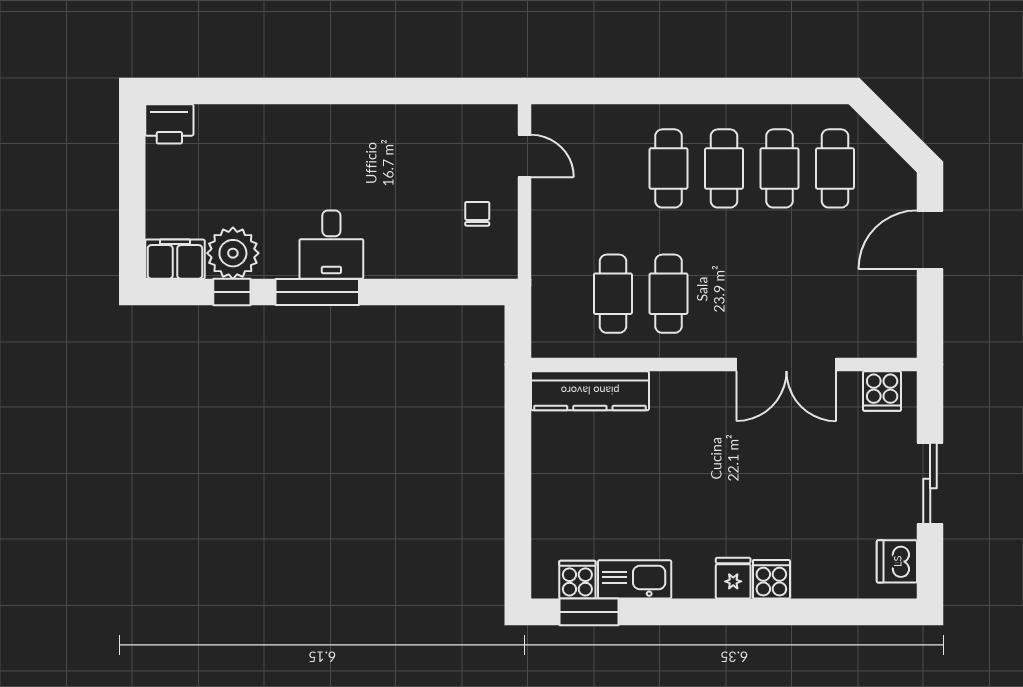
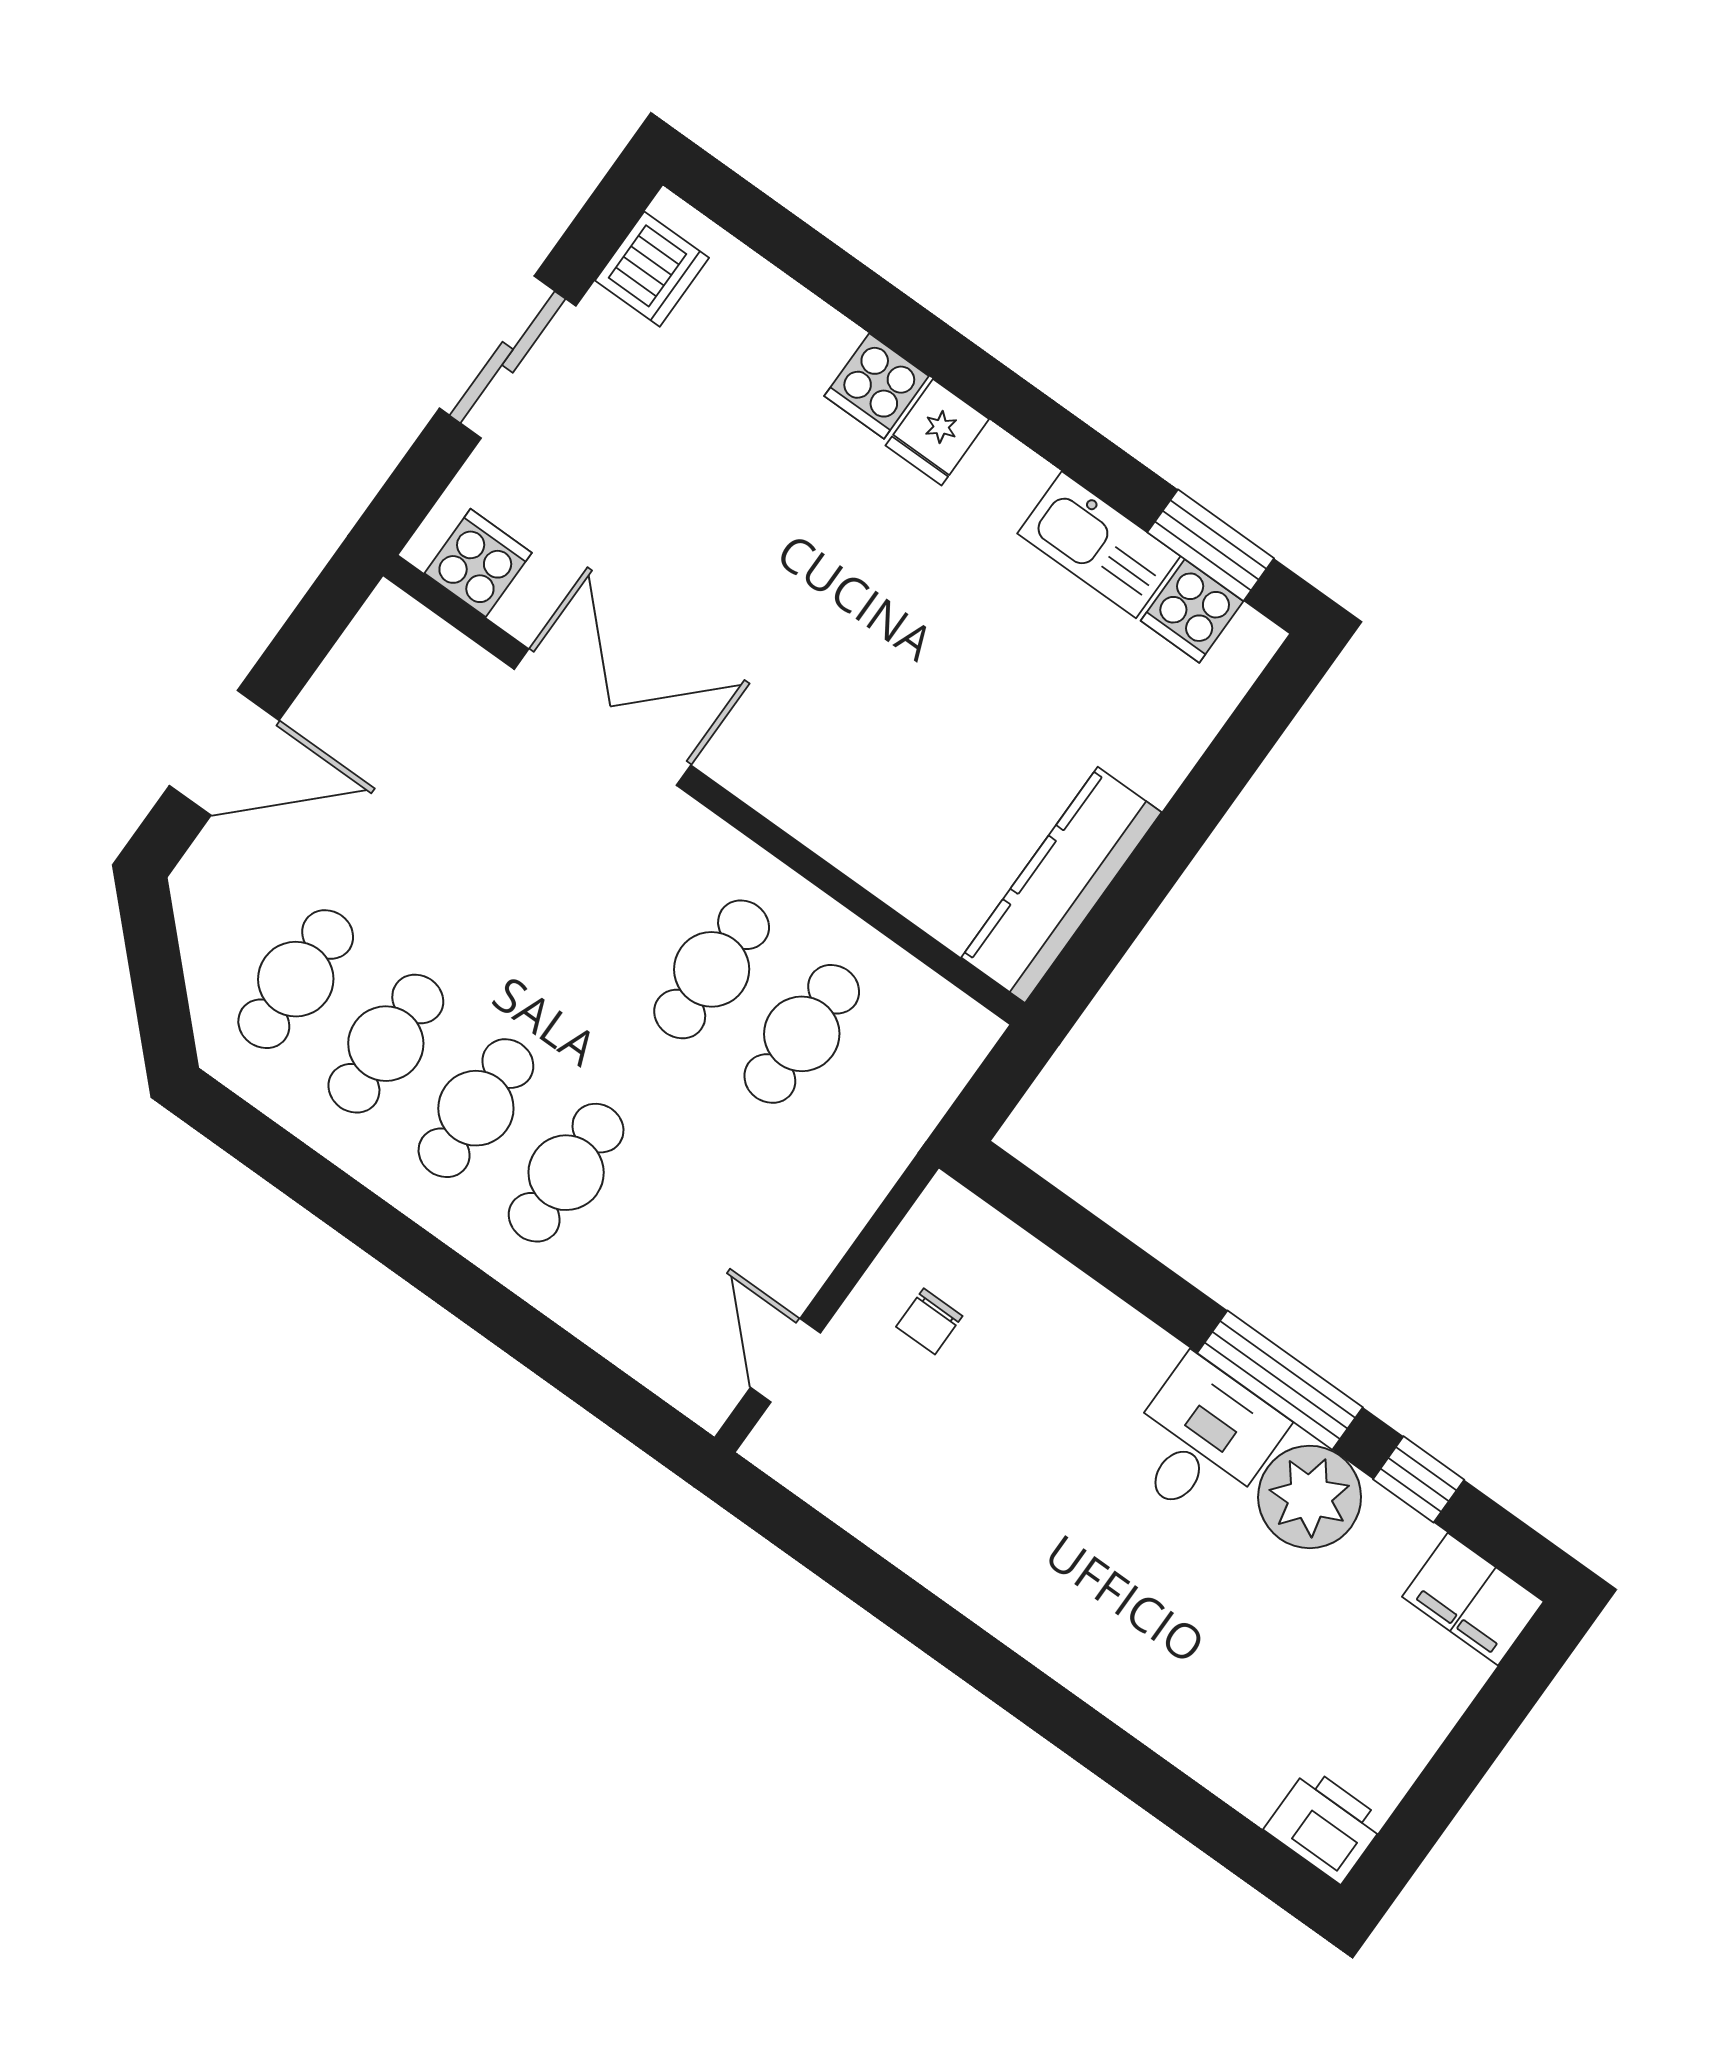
plant: (233, 253) -> (1310, 1497), moved
kitchen counter: (590, 391) -> (1061, 885), moved, turned -90

